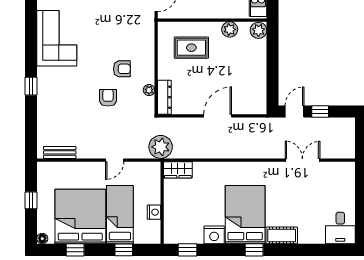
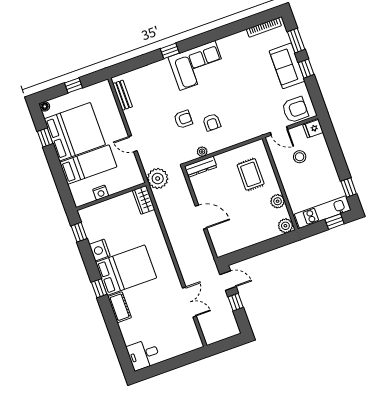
corner sofa: (57, 38) -> (197, 66), moved
window: (124, 250) -> (60, 178), removed

